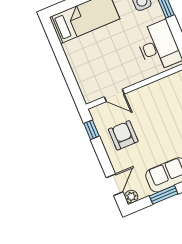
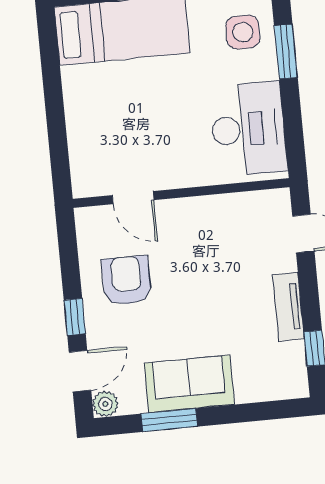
window: (92, 130) -> (75, 317), moved

